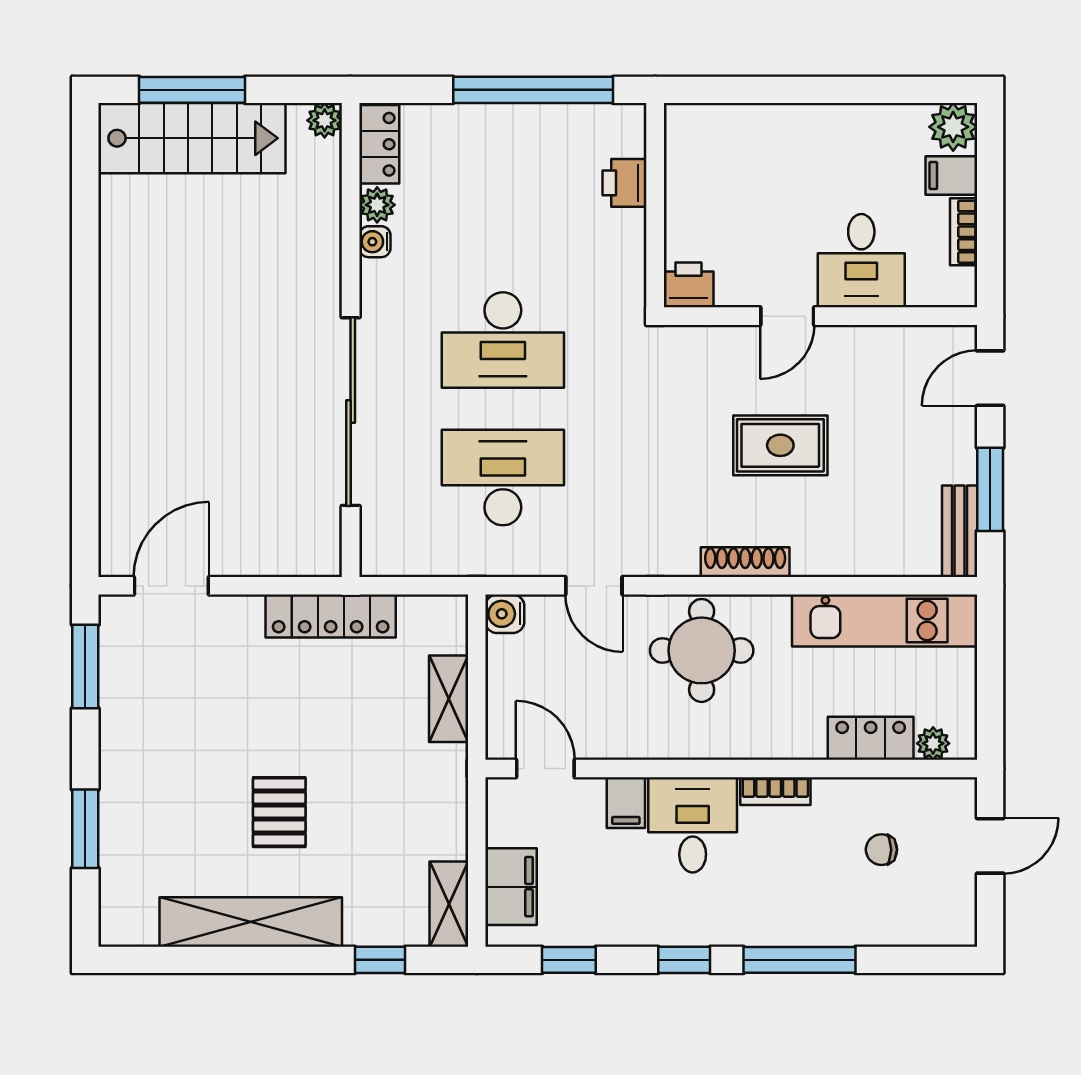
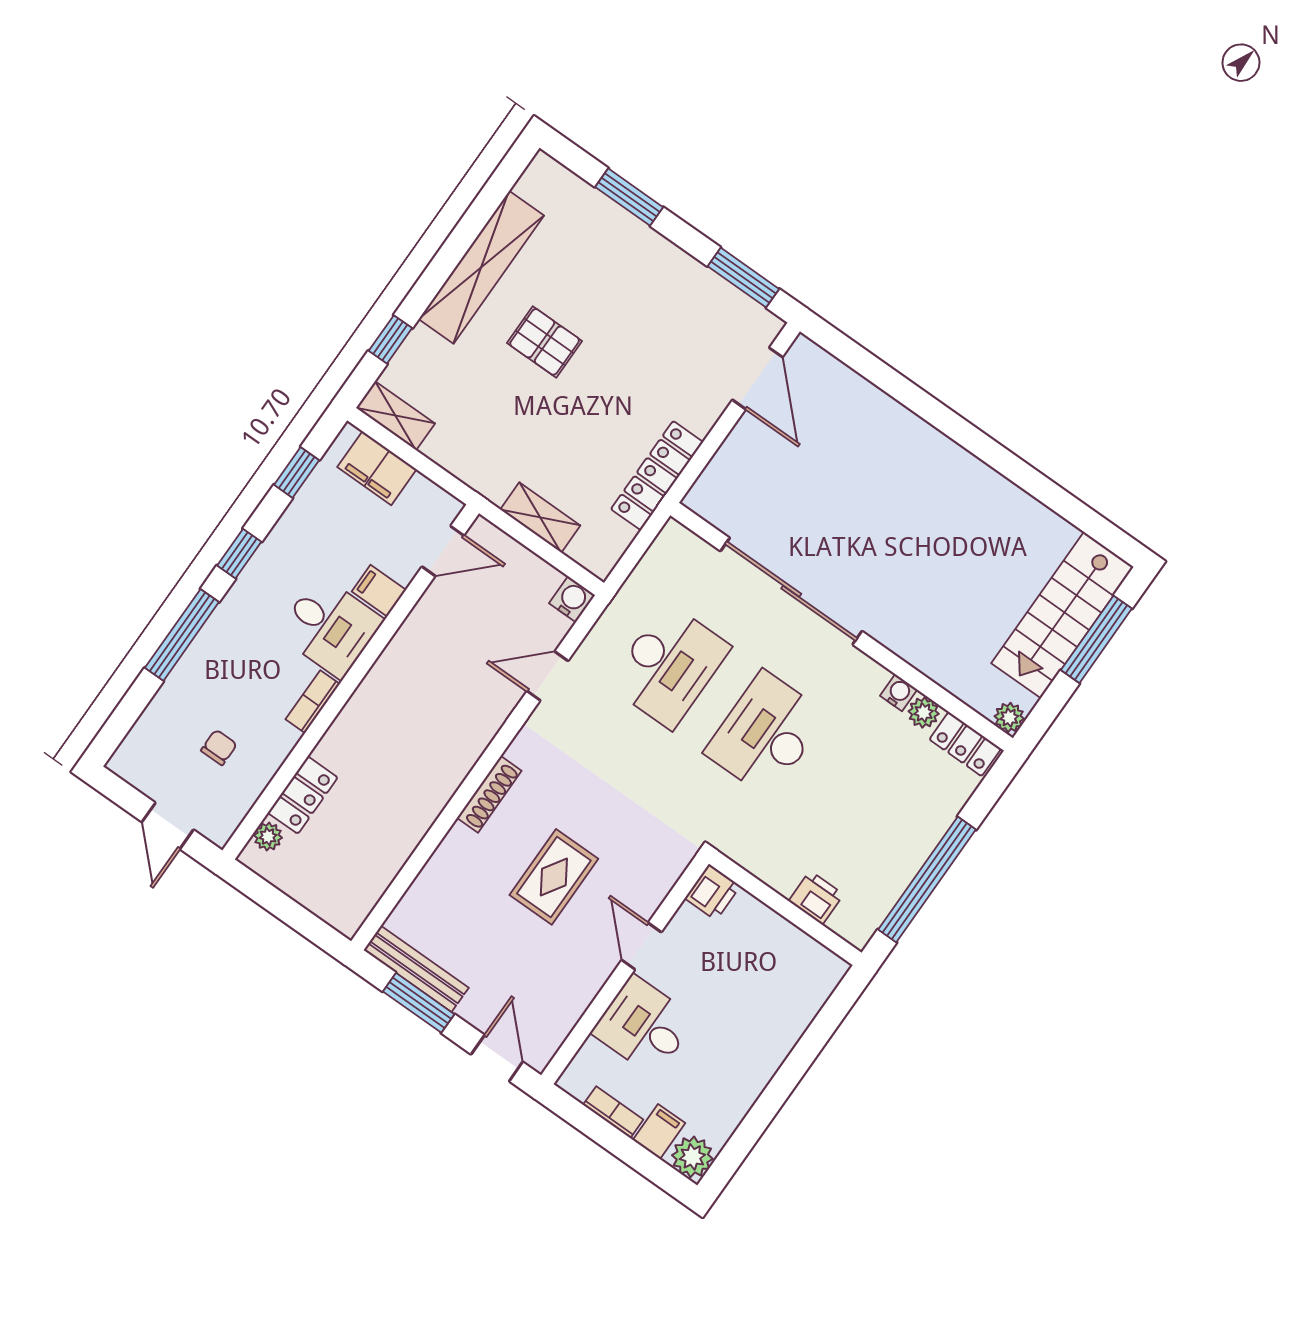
bench: (960, 531) -> (416, 969), width x1.36
kitchen unit: (885, 621) -> (379, 863), removed
round table: (702, 650) -> (448, 720), removed

